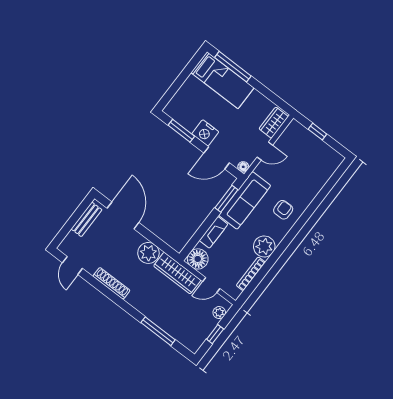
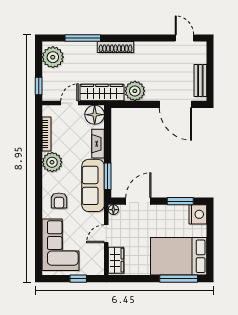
bed: (223, 80) -> (179, 256), width x1.50
nightstand: (205, 133) -> (198, 214), moved, turned 90
corner sofa: (311, 172) -> (60, 245), added
shoe rack: (111, 283) -> (116, 47), moved
plant: (219, 313) -> (53, 57), moved, width x1.87, depth x1.87
window: (215, 334) -> (39, 86), moved

